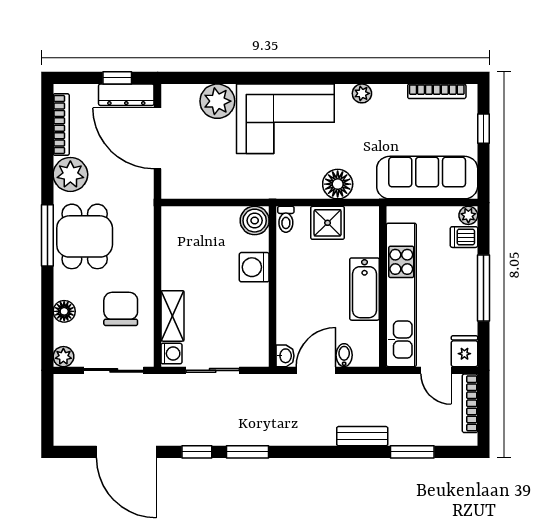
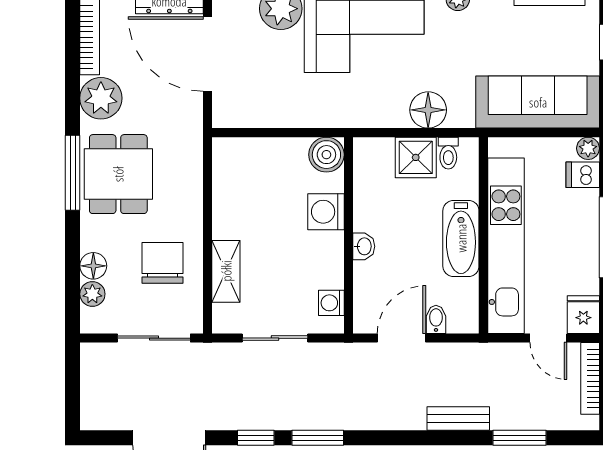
toilet: (286, 219) -> (448, 153), moved
washing machine: (171, 354) -> (331, 303), moved, turned 180
washbasin: (285, 356) -> (364, 246), moved
plant: (63, 357) -> (92, 294), moved

